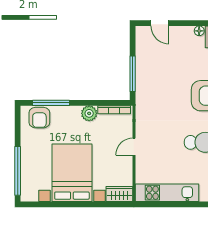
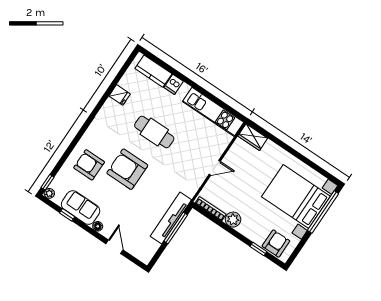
door: (160, 23) -> (115, 247), moved
tv unit: (142, 79) -> (171, 218), added
window: (51, 103) -> (258, 249), width x0.46
bed with nightstands: (72, 173) -> (296, 197), moved, turned 90

